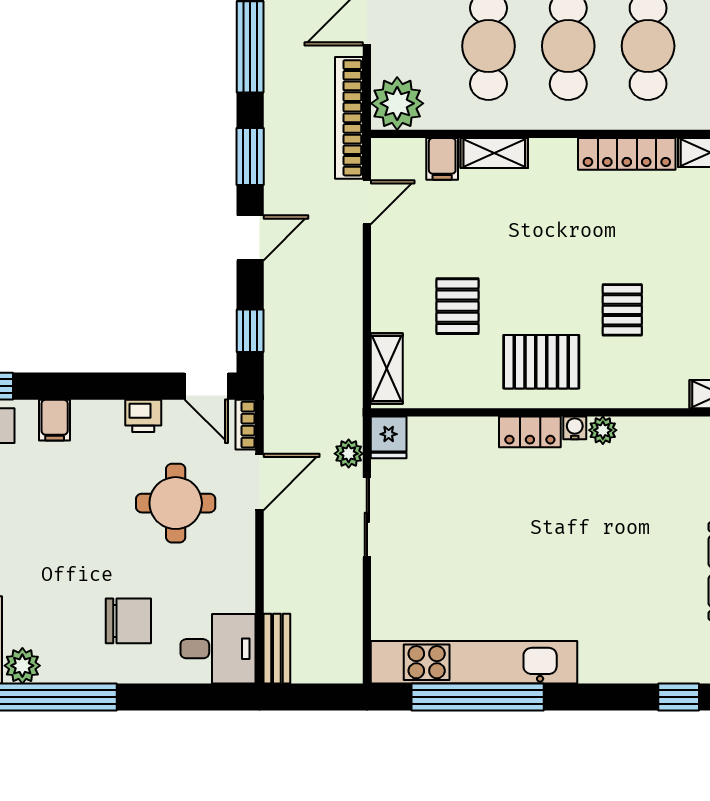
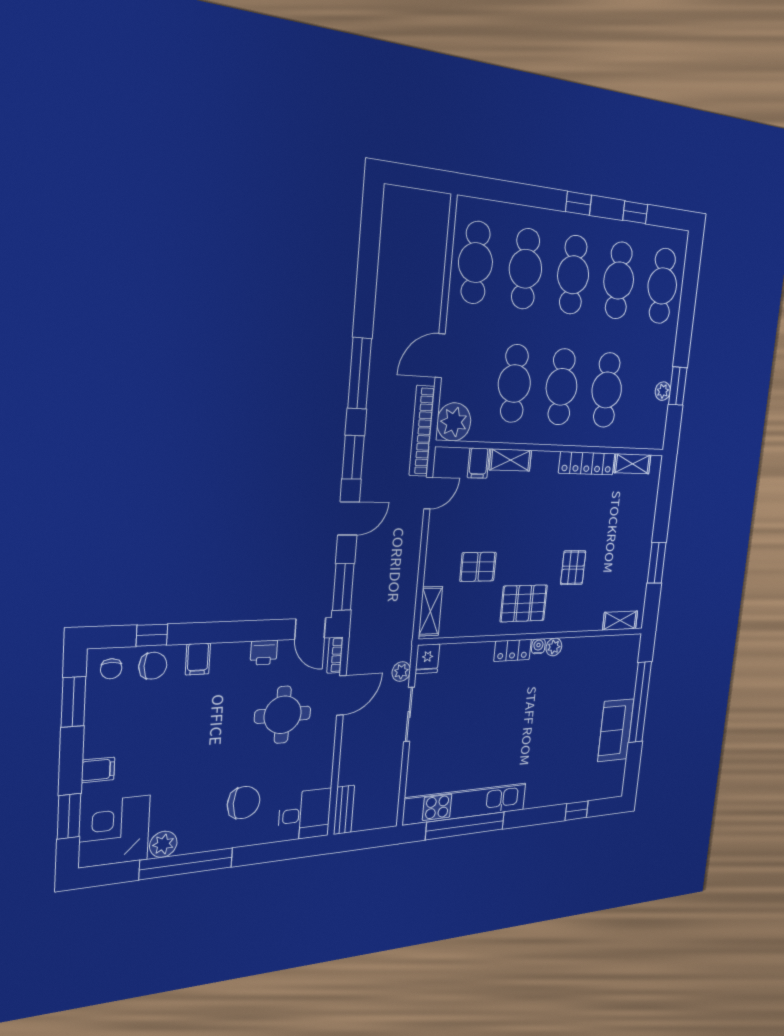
pallet: (457, 306) -> (478, 567), turned 90
window: (250, 331) -> (343, 587), width x1.50

